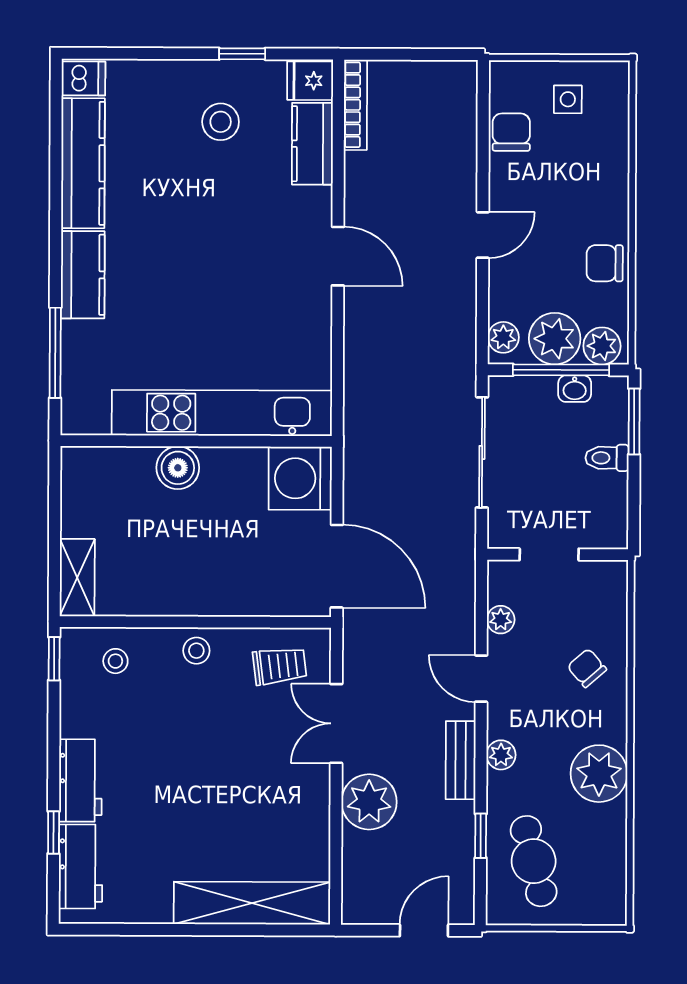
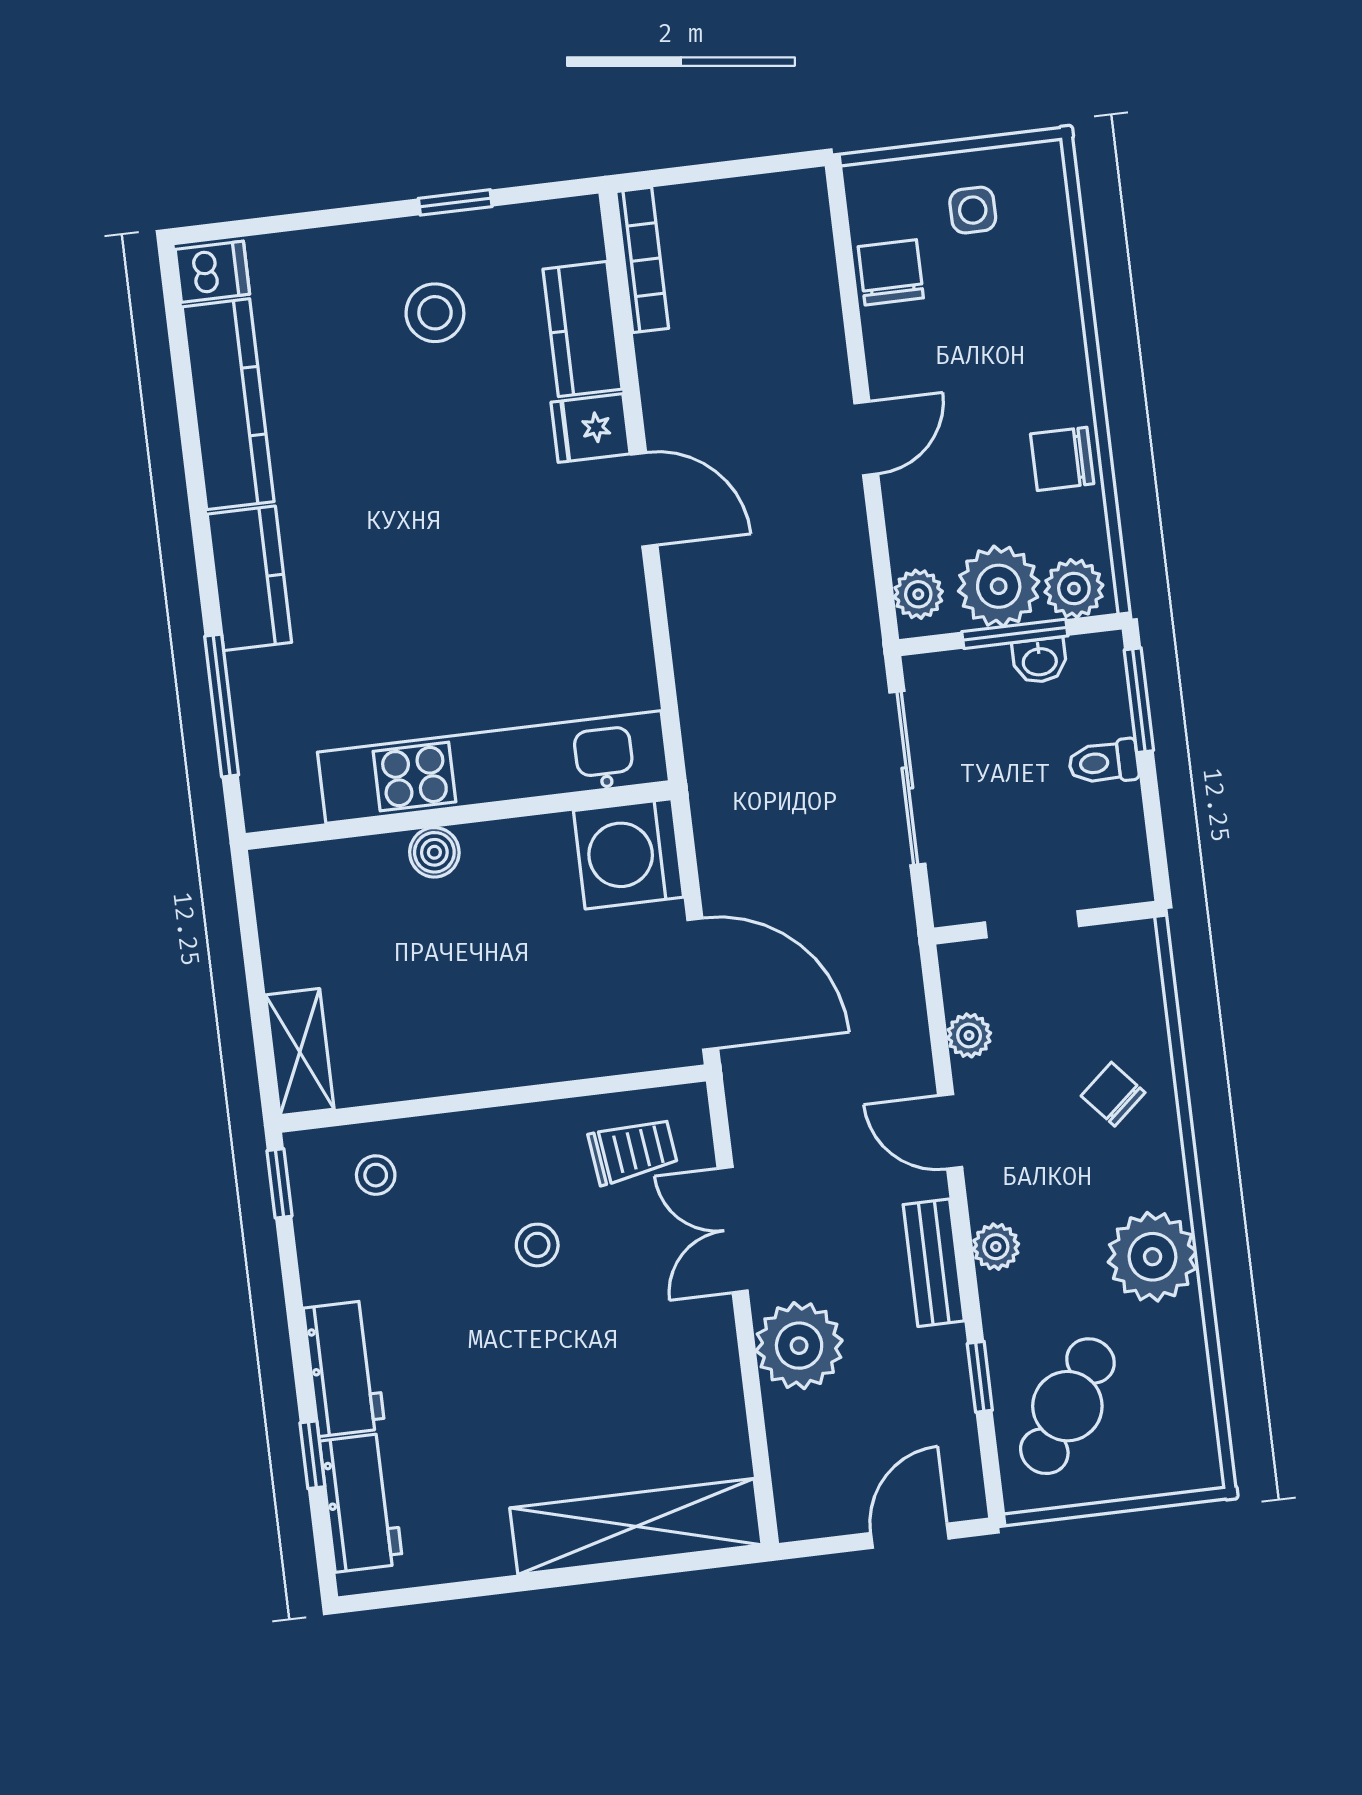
fridge: (310, 81) -> (590, 428), moved
window: (561, 370) -> (1015, 634), width x0.69
boiler: (178, 468) -> (434, 852), width x0.73, depth x0.73
stool: (196, 651) -> (537, 1245), moved
cafe table: (534, 861) -> (1067, 1406), turned 48

